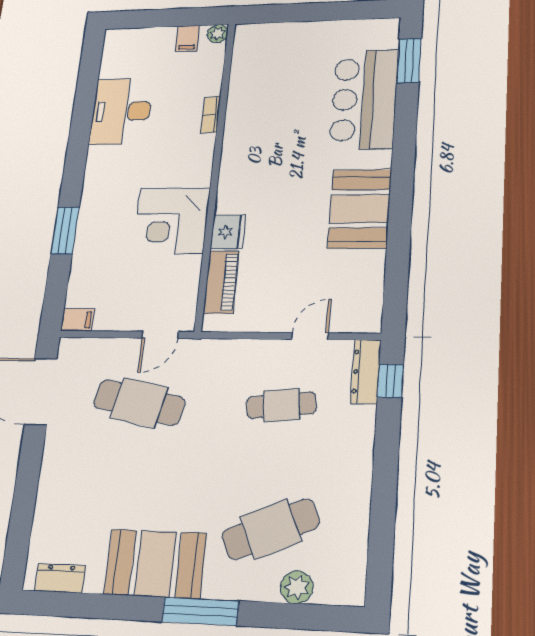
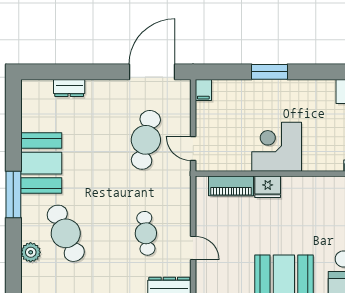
dresser: (60, 578) -> (69, 88), moved, turned 90

